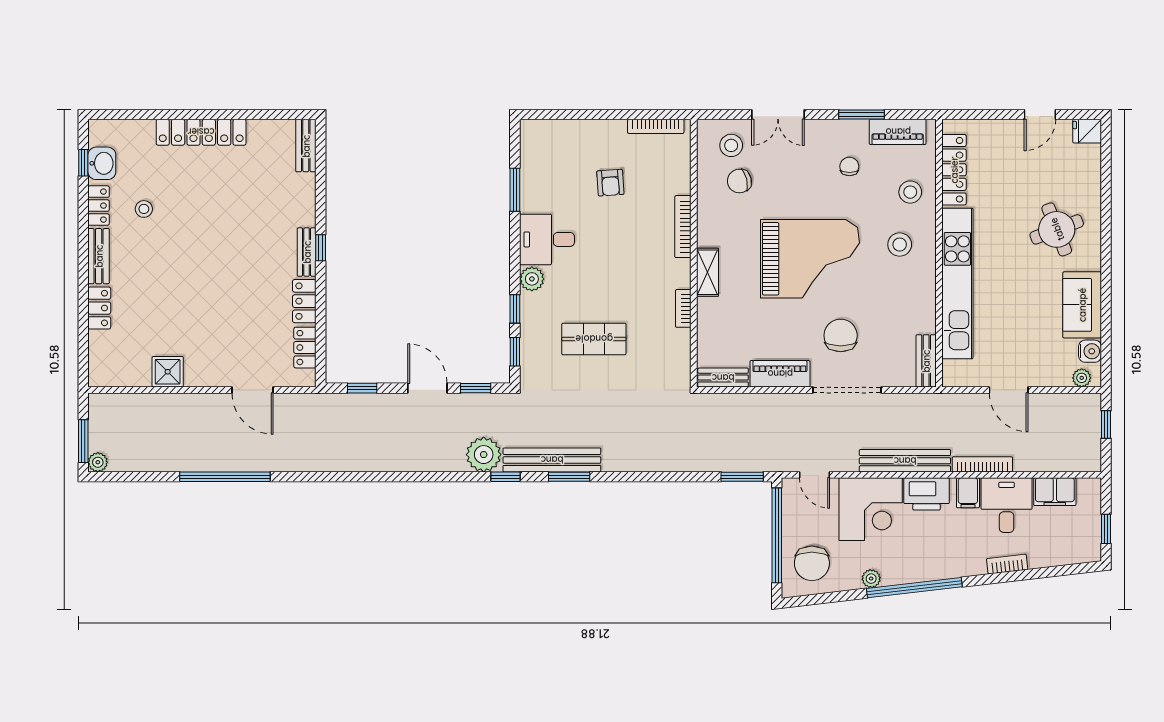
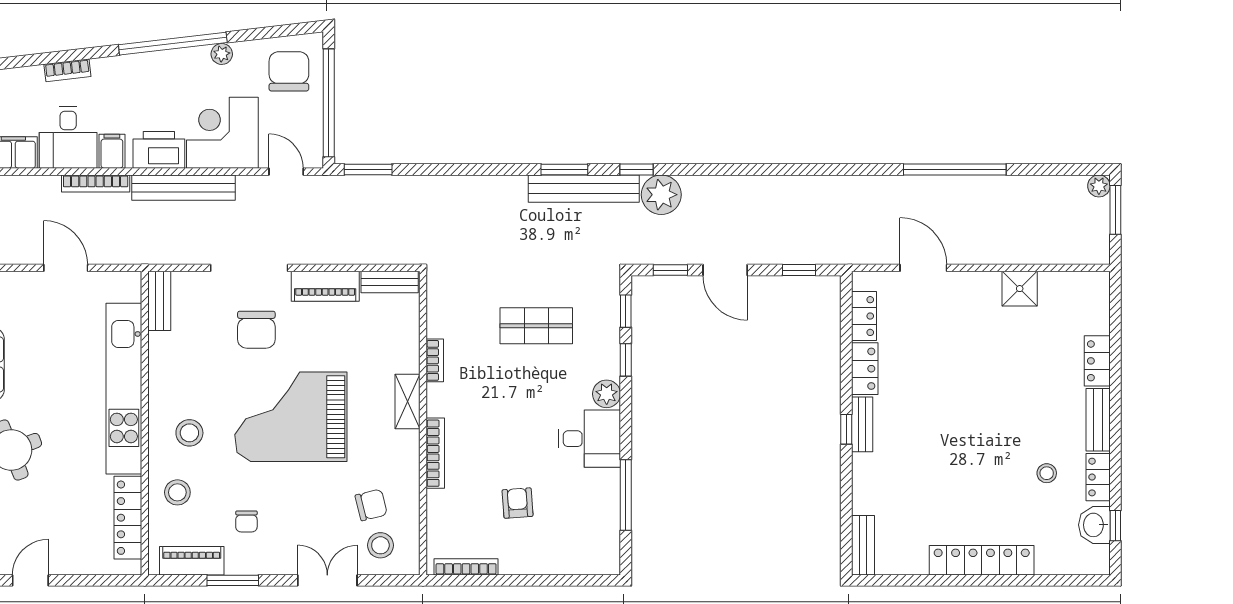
window: (515, 190) -> (626, 495), width x1.44

